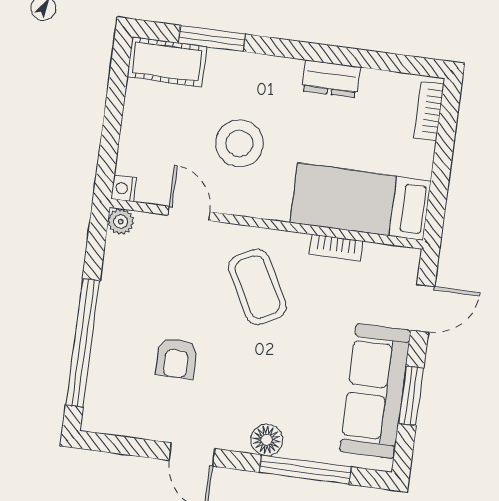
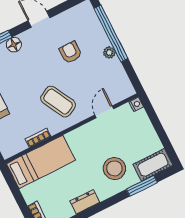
stool: (239, 143) -> (114, 168), moved
door: (189, 213) -> (104, 112), swing flipped
plant: (121, 222) -> (109, 53), moved

